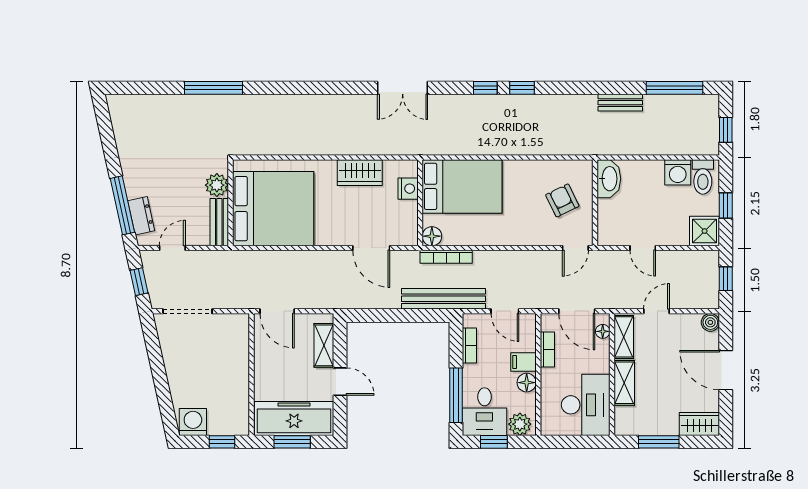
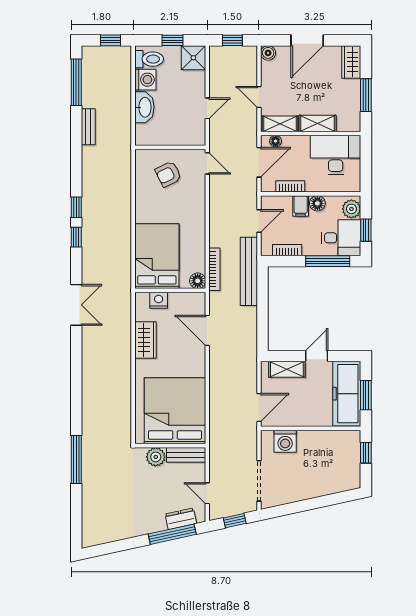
washbasin: (609, 179) -> (144, 107), moved, turned 90
door: (371, 248) -> (207, 330), swing flipped
washing machine: (193, 422) -> (285, 441), moved, turned -90

